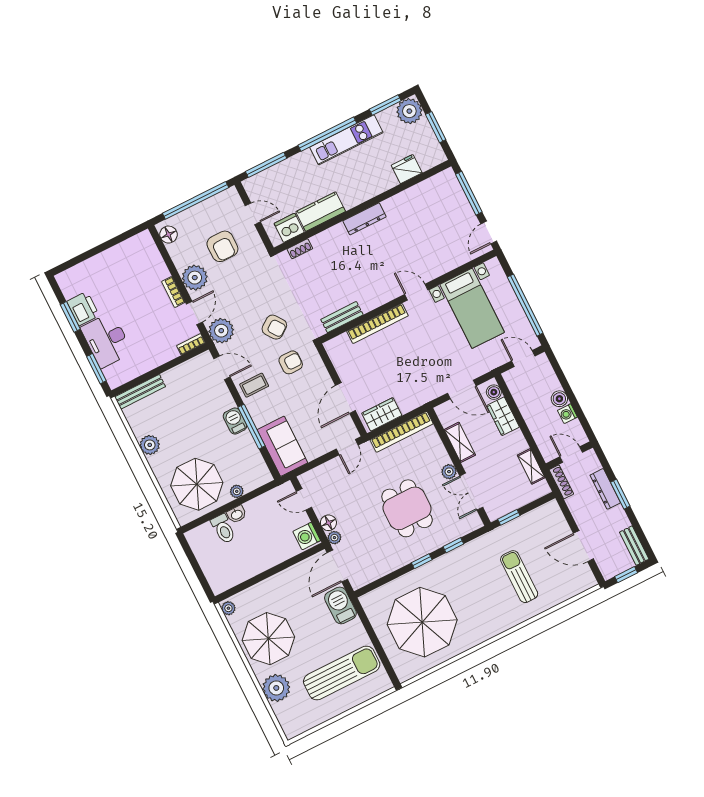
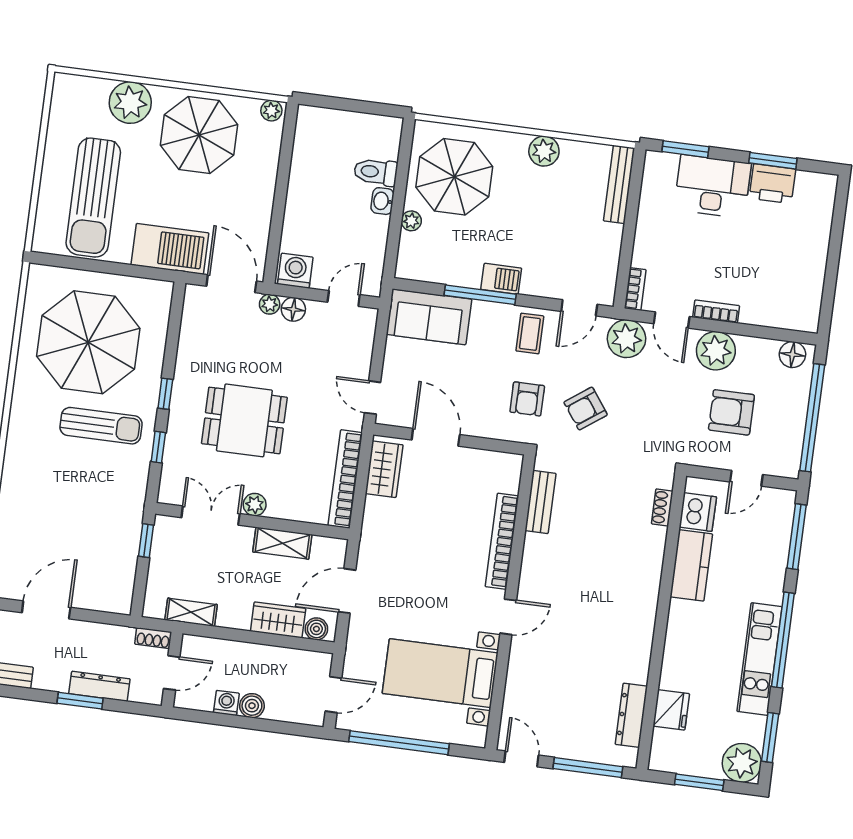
dresser: (365, 219) -> (631, 715), moved
shoe rack: (561, 482) -> (153, 638), width x0.70
sun lounger: (519, 577) -> (101, 426), moved
barbecue: (340, 605) -> (170, 249), width x1.37, depth x1.21

